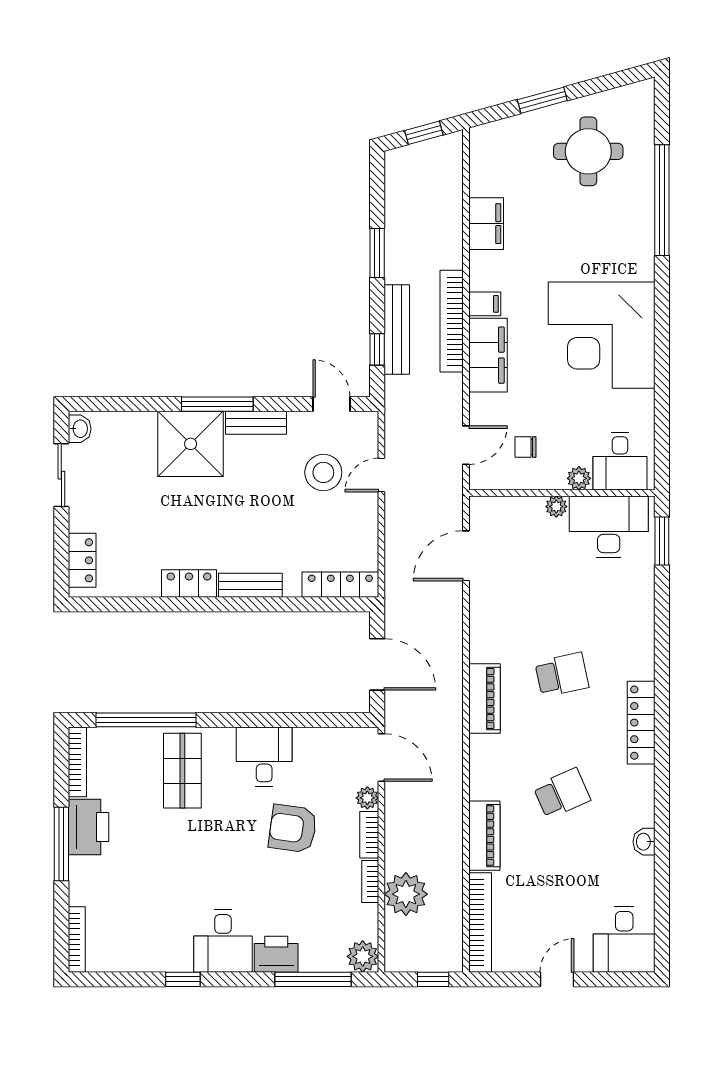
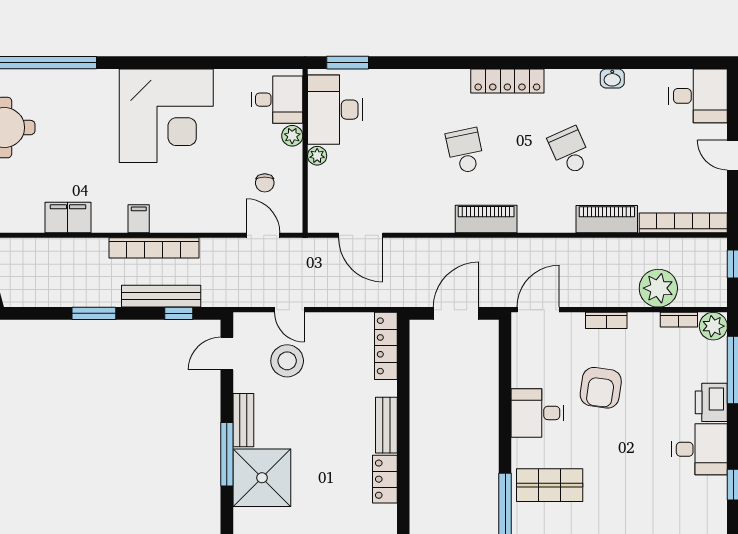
filing cabinet: (488, 355) -> (184, 216), removed
plant: (367, 798) -> (574, 322), removed
bookcase: (370, 881) -> (679, 320), moved

